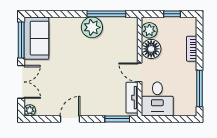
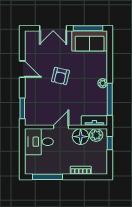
window: (172, 14) -> (110, 143), moved
plant: (92, 27) -> (103, 83), width x0.53, depth x0.53
armchair: (78, 73) -> (60, 76), added
tv unit: (132, 98) -> (94, 121), moved
plant: (30, 110) -> (29, 35), removed

